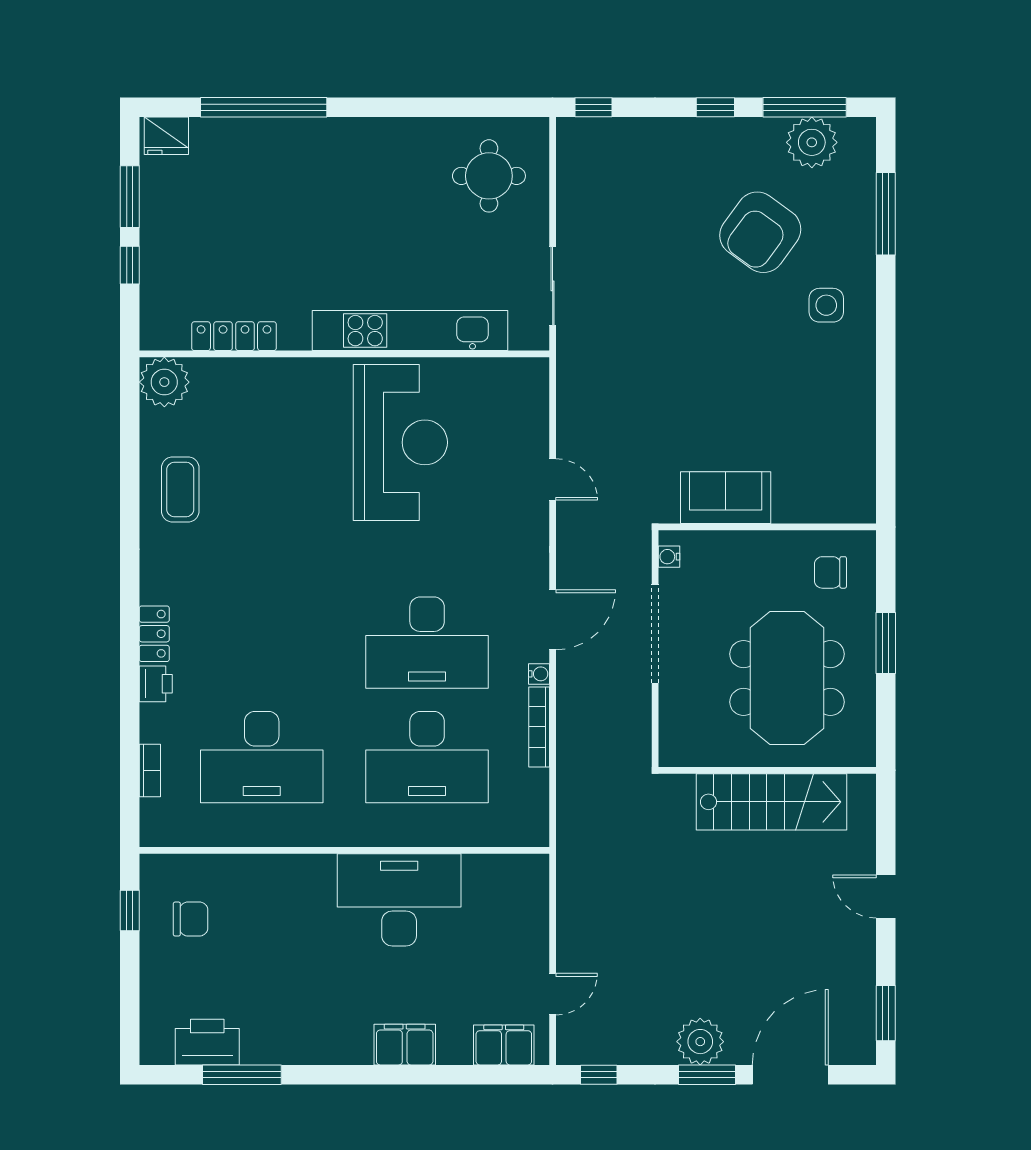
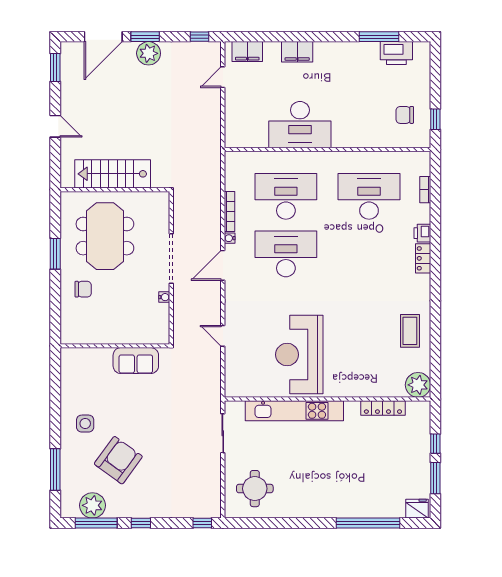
sofa: (726, 498) -> (136, 361), moved
wall: (767, 527) -> (115, 346), moved

